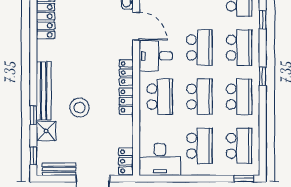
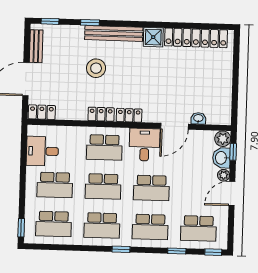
shower: (46, 131) -> (153, 37), moved
desk: (160, 159) -> (42, 151), width x0.73

